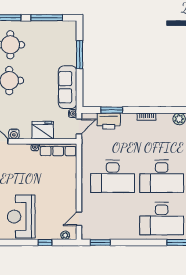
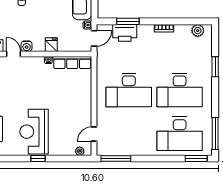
fridge: (43, 130) -> (51, 45), width x0.53, depth x0.75
window: (45, 242) -> (38, 159), moved
window: (100, 242) -> (116, 159), width x1.44

